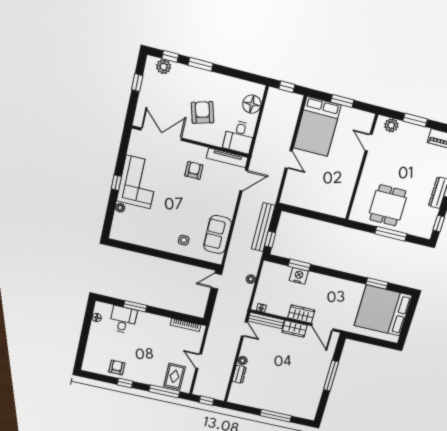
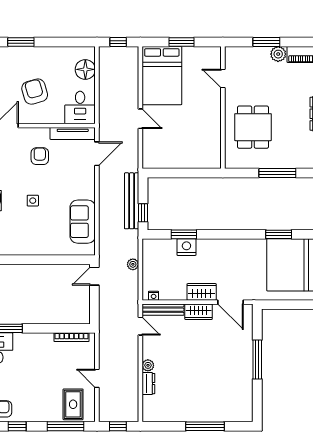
plant: (391, 125) -> (278, 54), moved
dining table: (388, 205) -> (253, 127), moved
side table: (184, 240) -> (33, 201), moved

